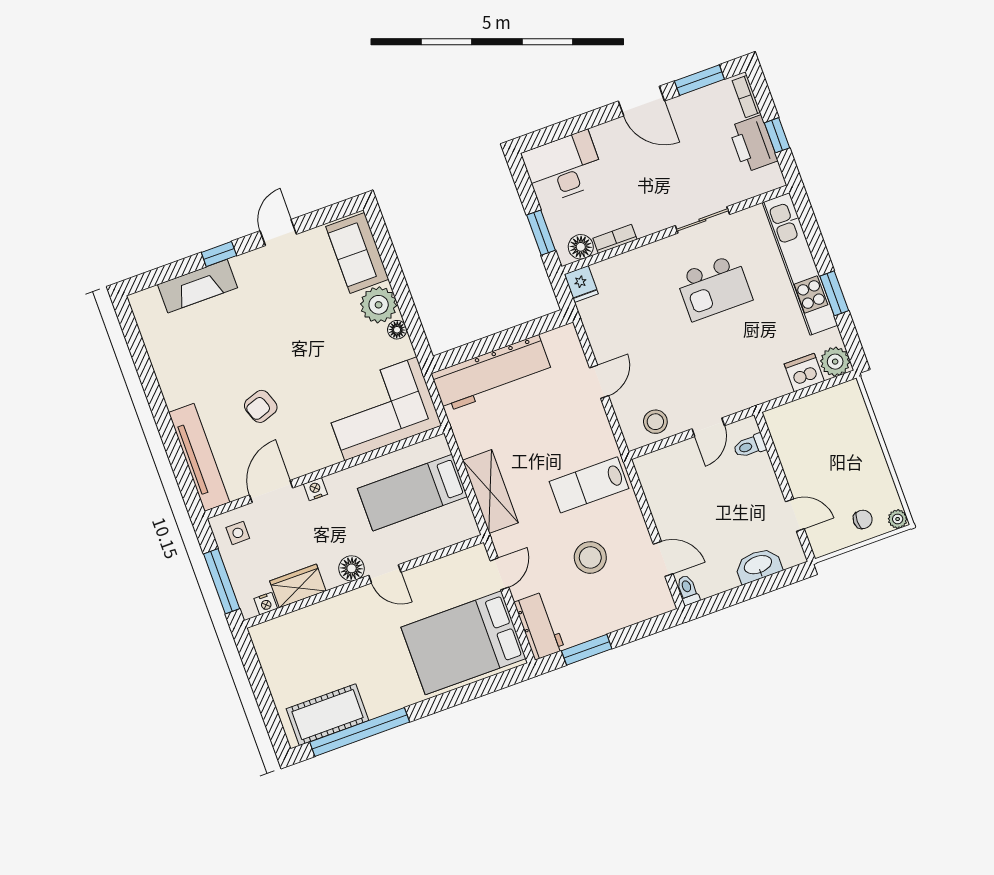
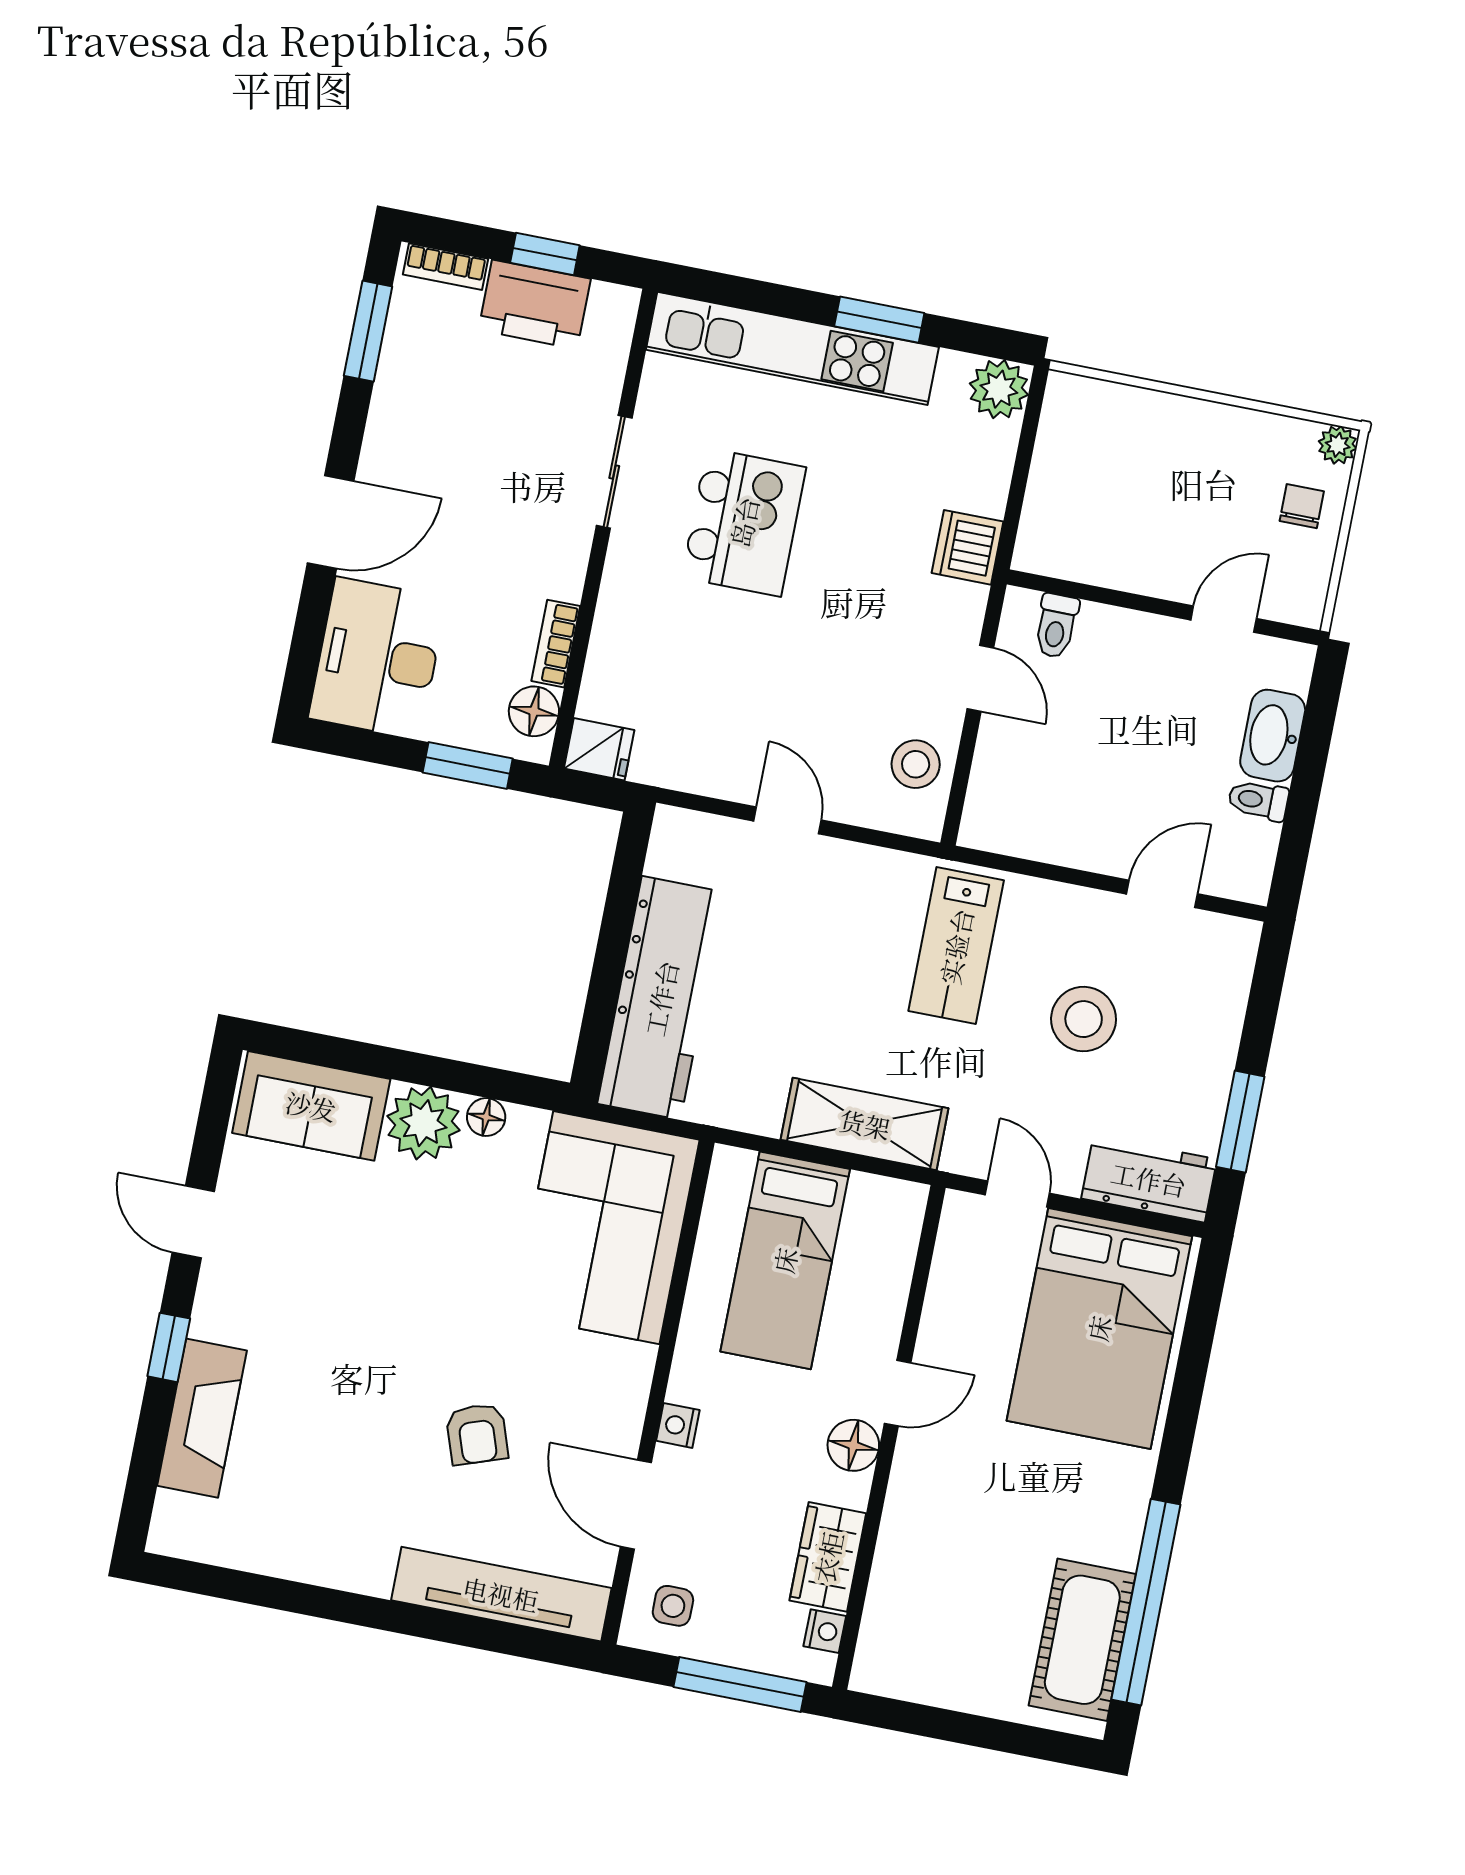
door: (641, 101) -> (331, 522), moved
dishwasher: (804, 373) -> (968, 547), moved
toilet: (688, 590) -> (1258, 800), moved

